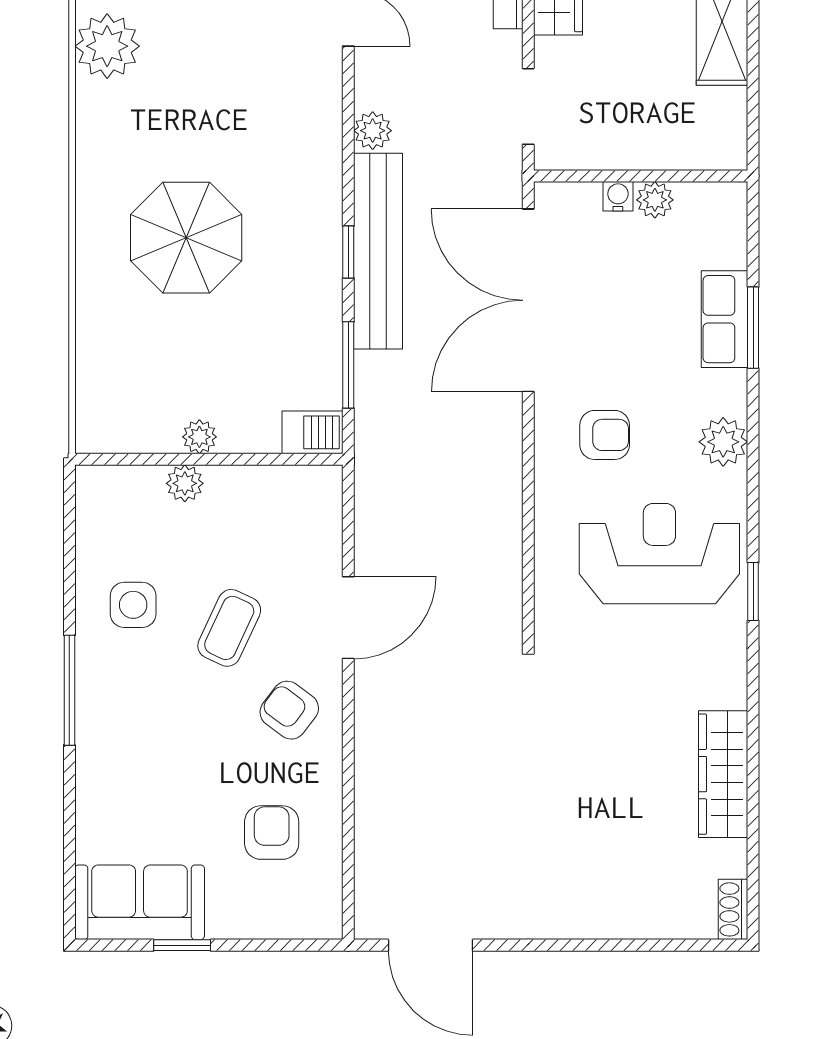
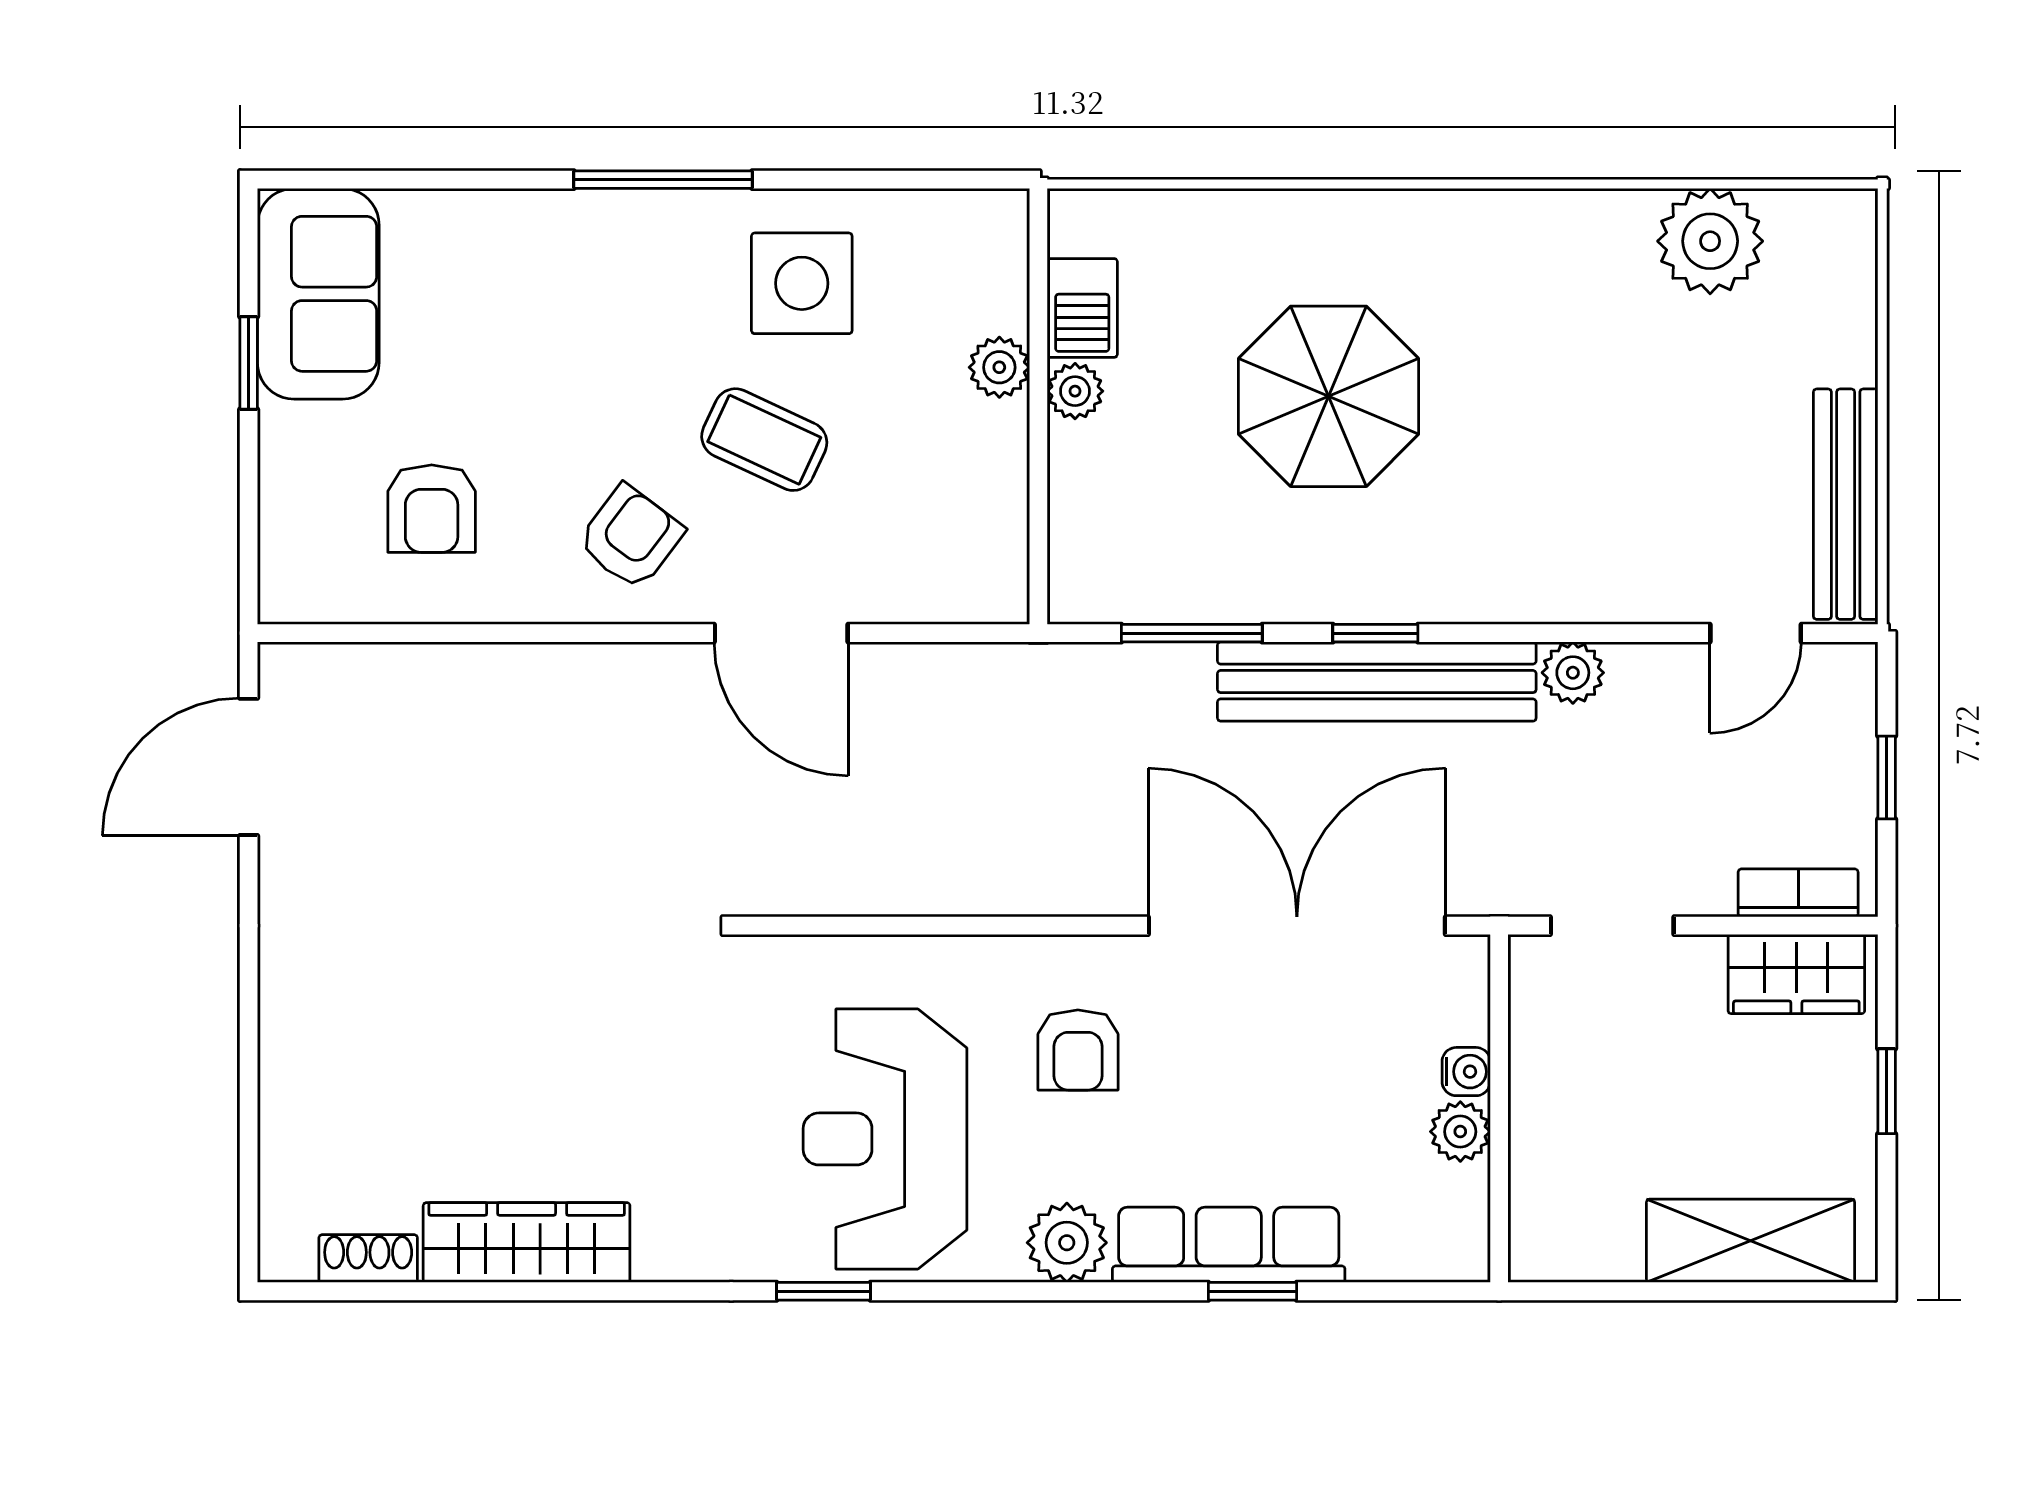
parasol: (186, 238) -> (1328, 396), moved
row of seats: (725, 319) -> (1229, 1245), width x1.48
window: (753, 328) -> (1252, 1291), width x0.67
barbecue: (312, 432) -> (1082, 308), moved
reception desk: (659, 554) -> (885, 1139), turned 180
side table: (133, 605) -> (802, 283), width x1.37, depth x1.37
armchair: (272, 833) -> (432, 509), turned 90
shoe rack: (733, 909) -> (368, 1259), moved

